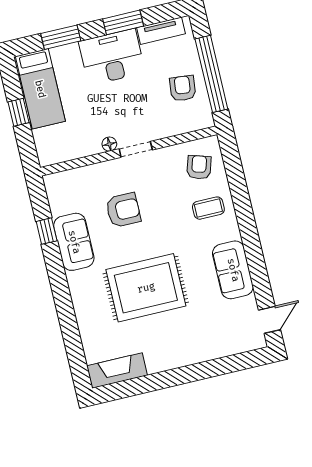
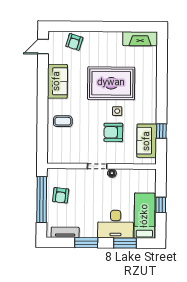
desk: (112, 57) -> (116, 224), moved
armchair: (199, 167) -> (74, 42), moved
sofa: (74, 242) -> (147, 141), moved
side table: (125, 246) -> (117, 111), added

